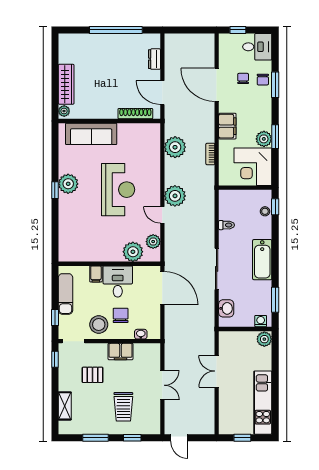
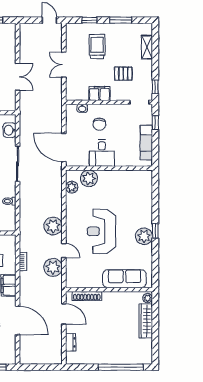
window: (116, 30) -> (121, 367), moved
door: (162, 215) -> (64, 251), moved
filing cabinet: (96, 274) -> (120, 160), removed
stool: (99, 325) -> (118, 116), removed

